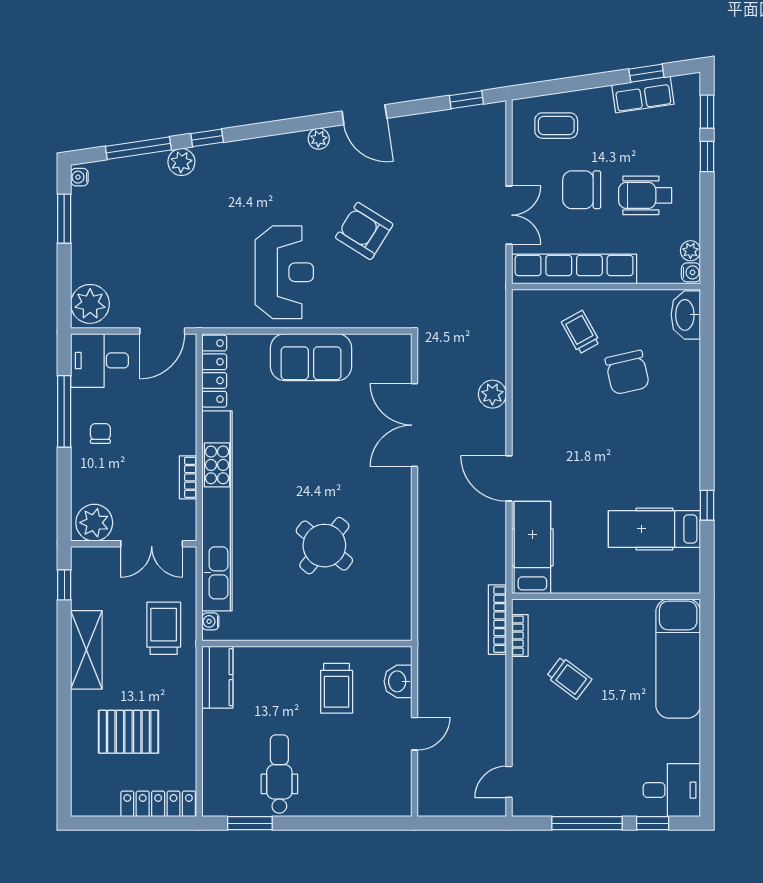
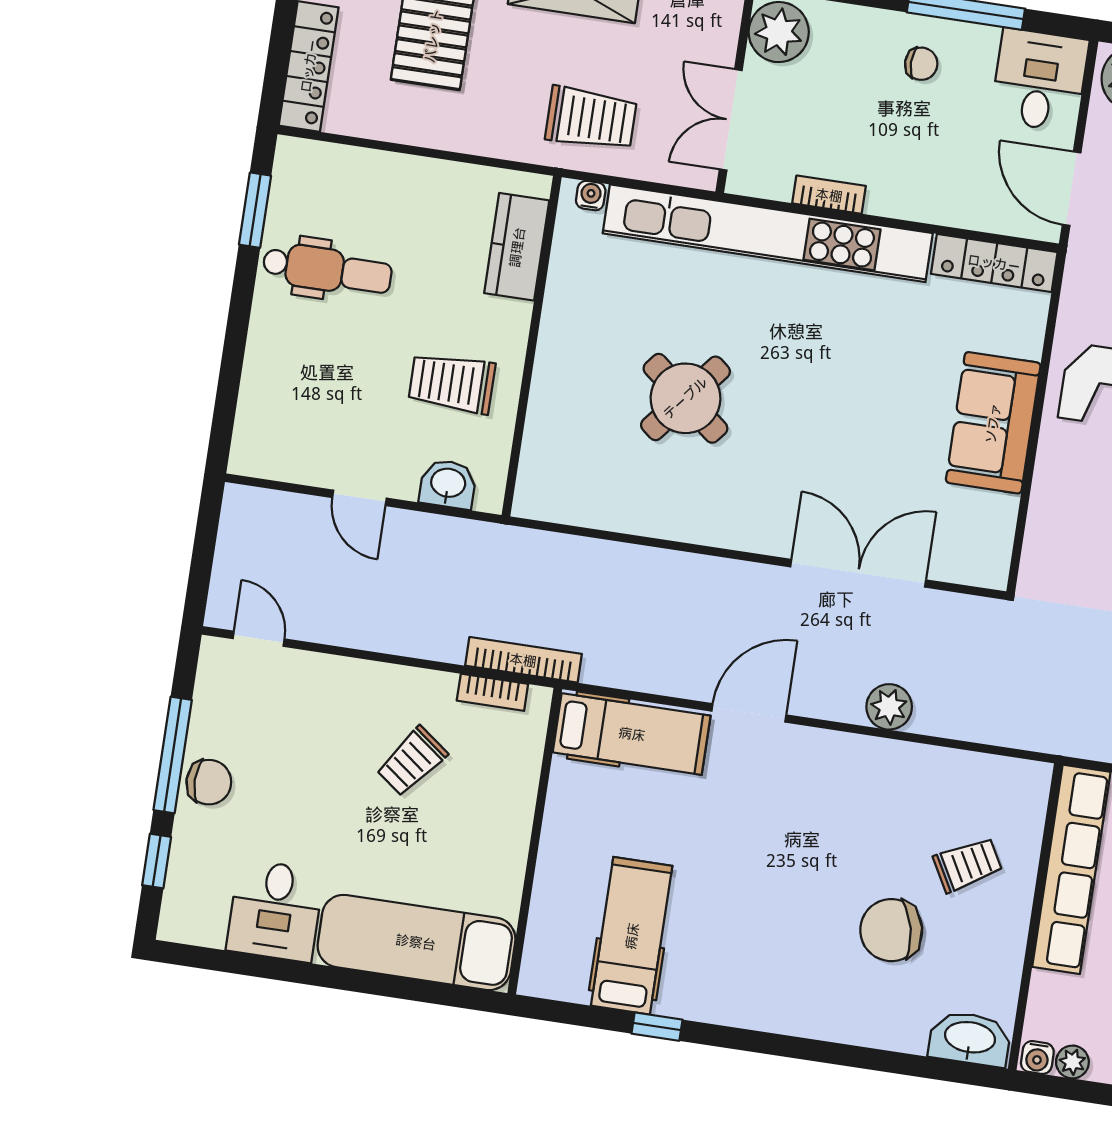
kitchen counter: (217, 677) -> (517, 247), moved, turned 90
desk: (672, 790) -> (275, 911), moved
chair: (600, 799) -> (209, 782), added

